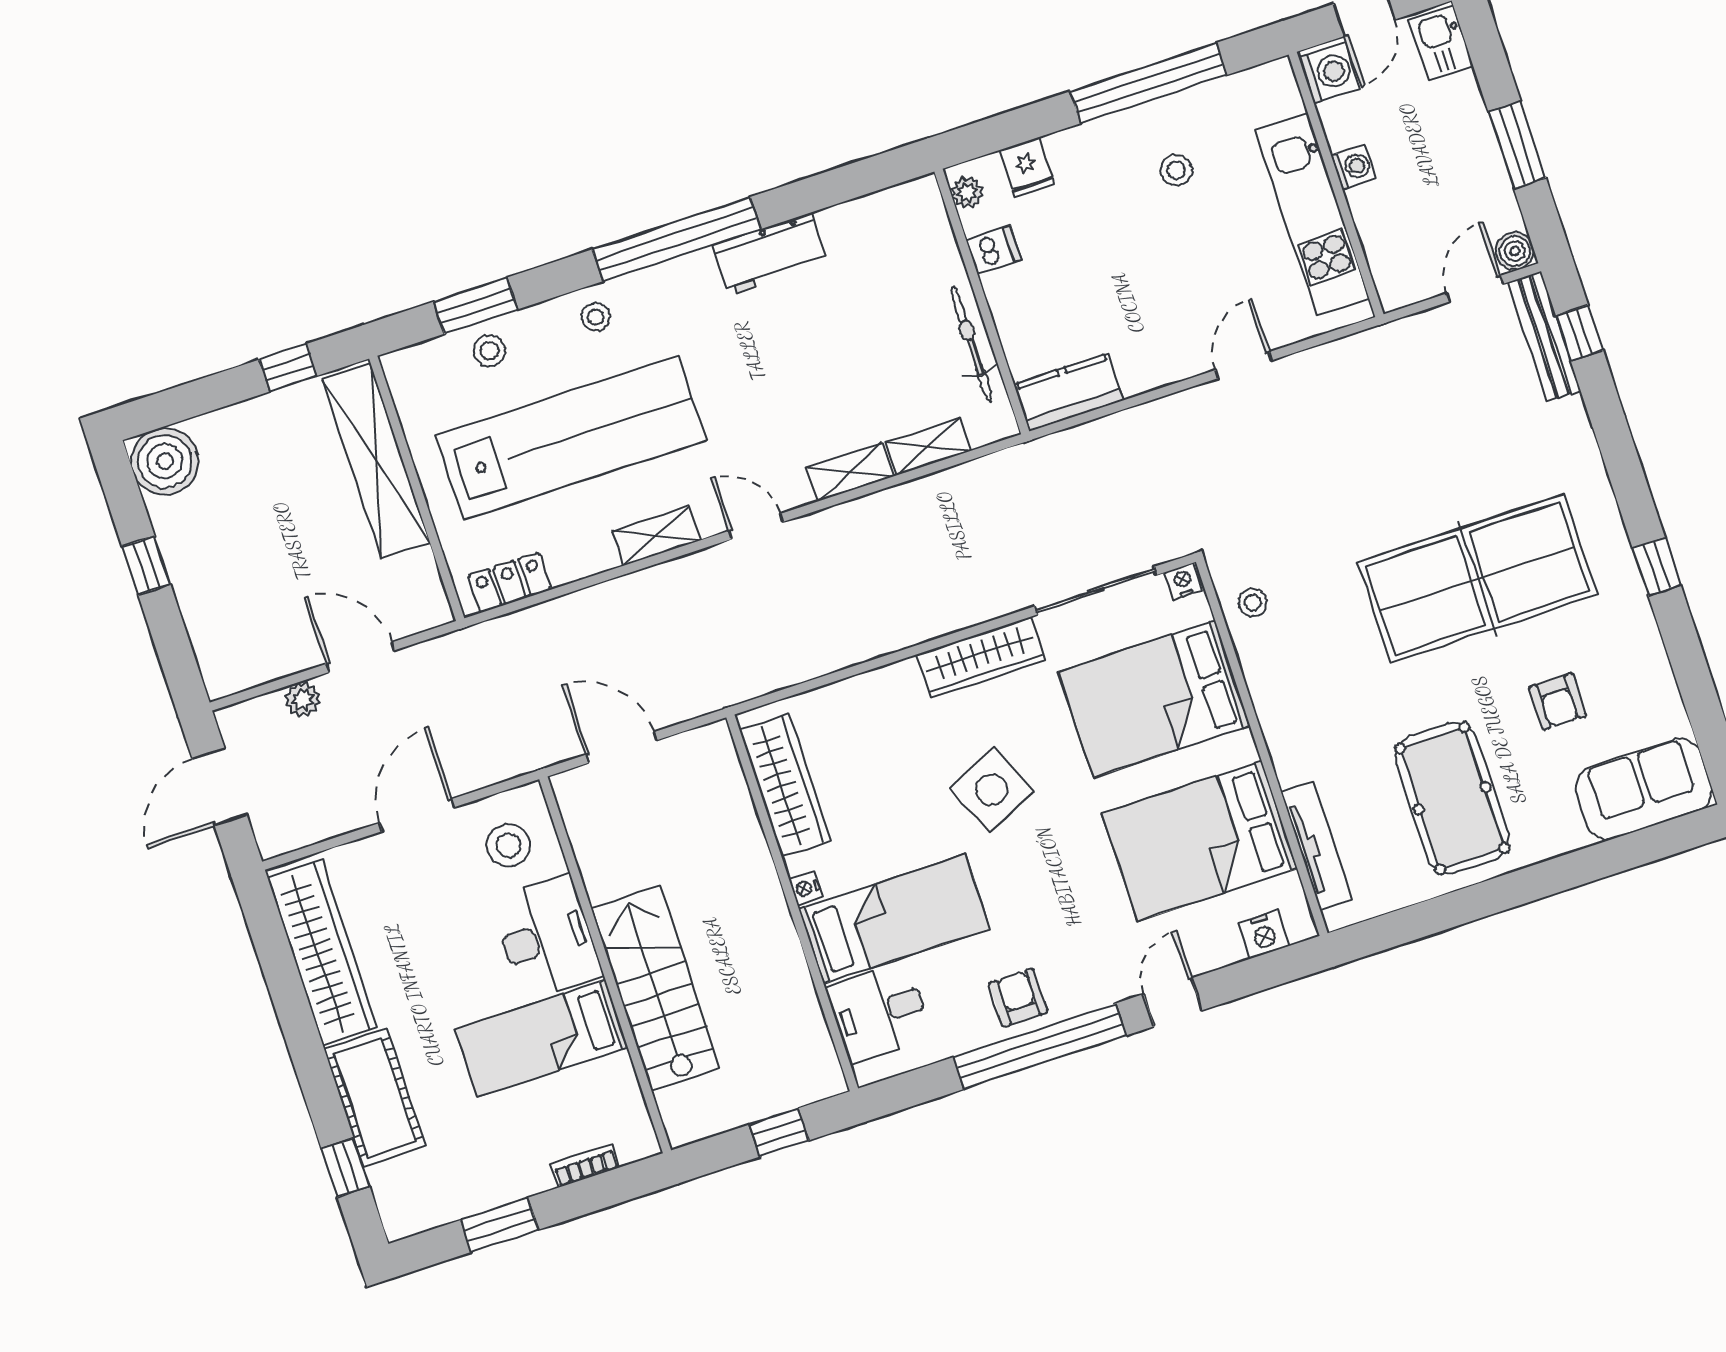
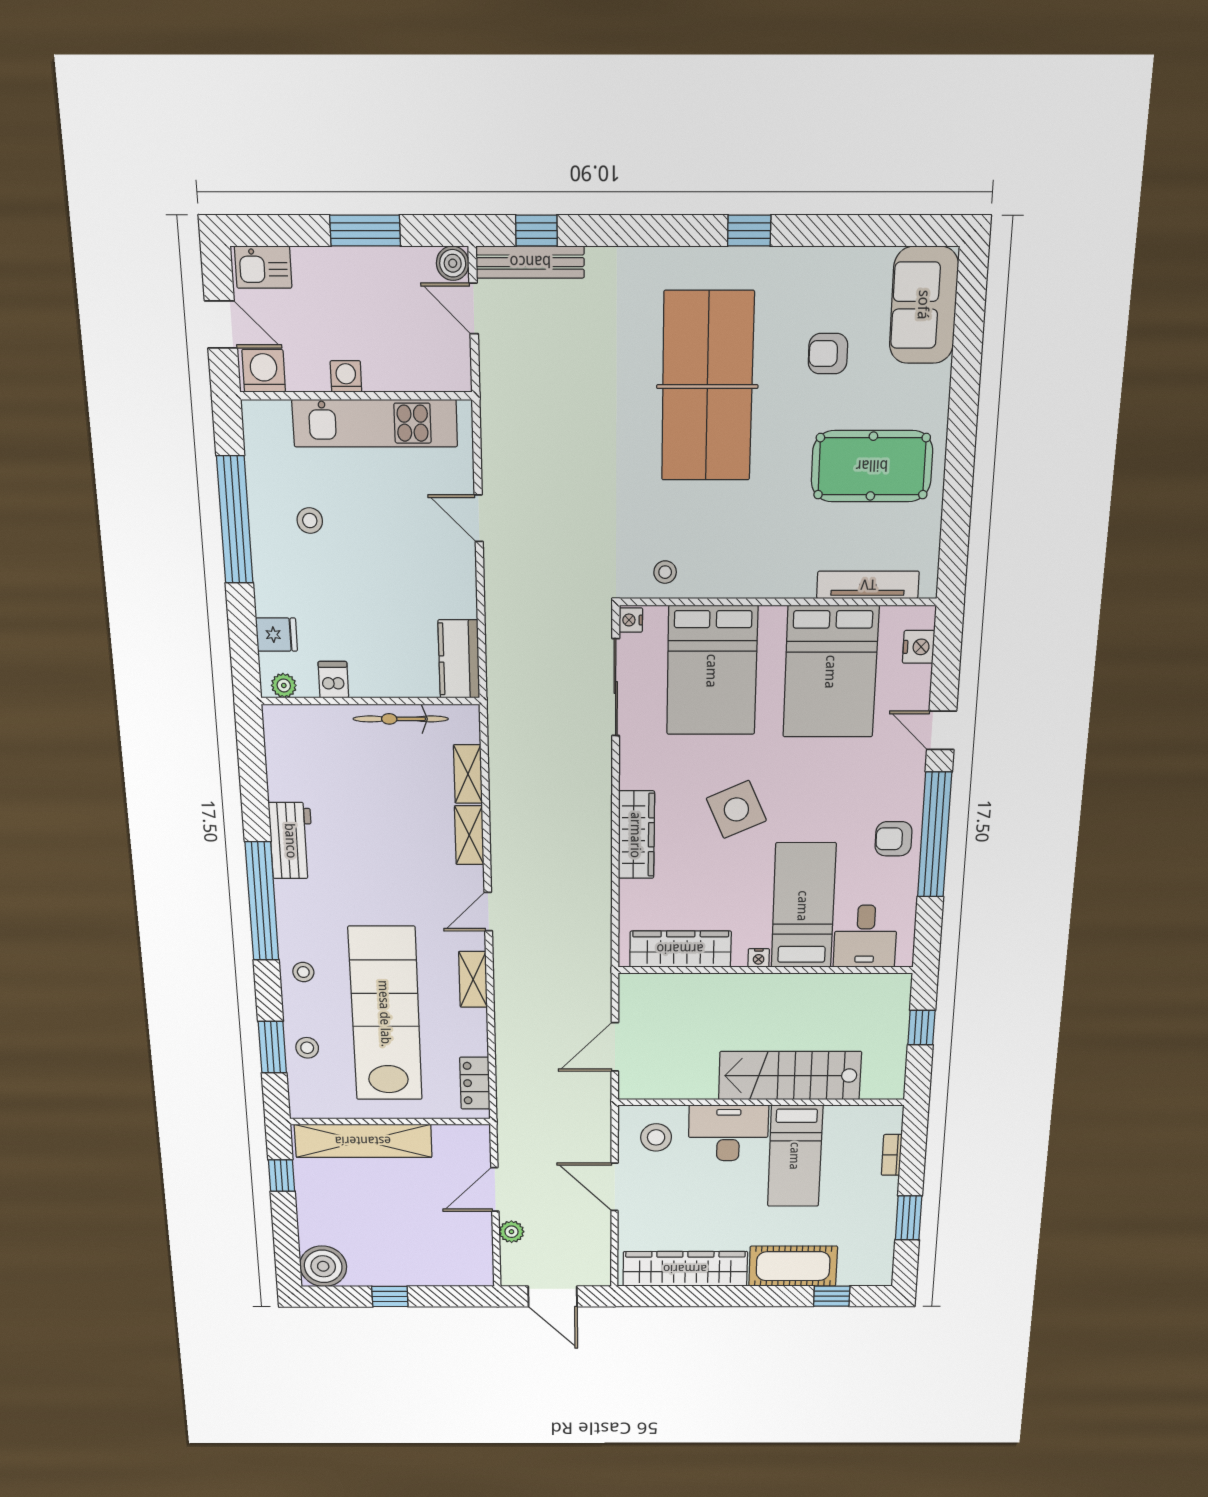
wardrobe: (981, 657) -> (636, 835), moved
armchair: (1558, 701) -> (828, 354), turned 180

